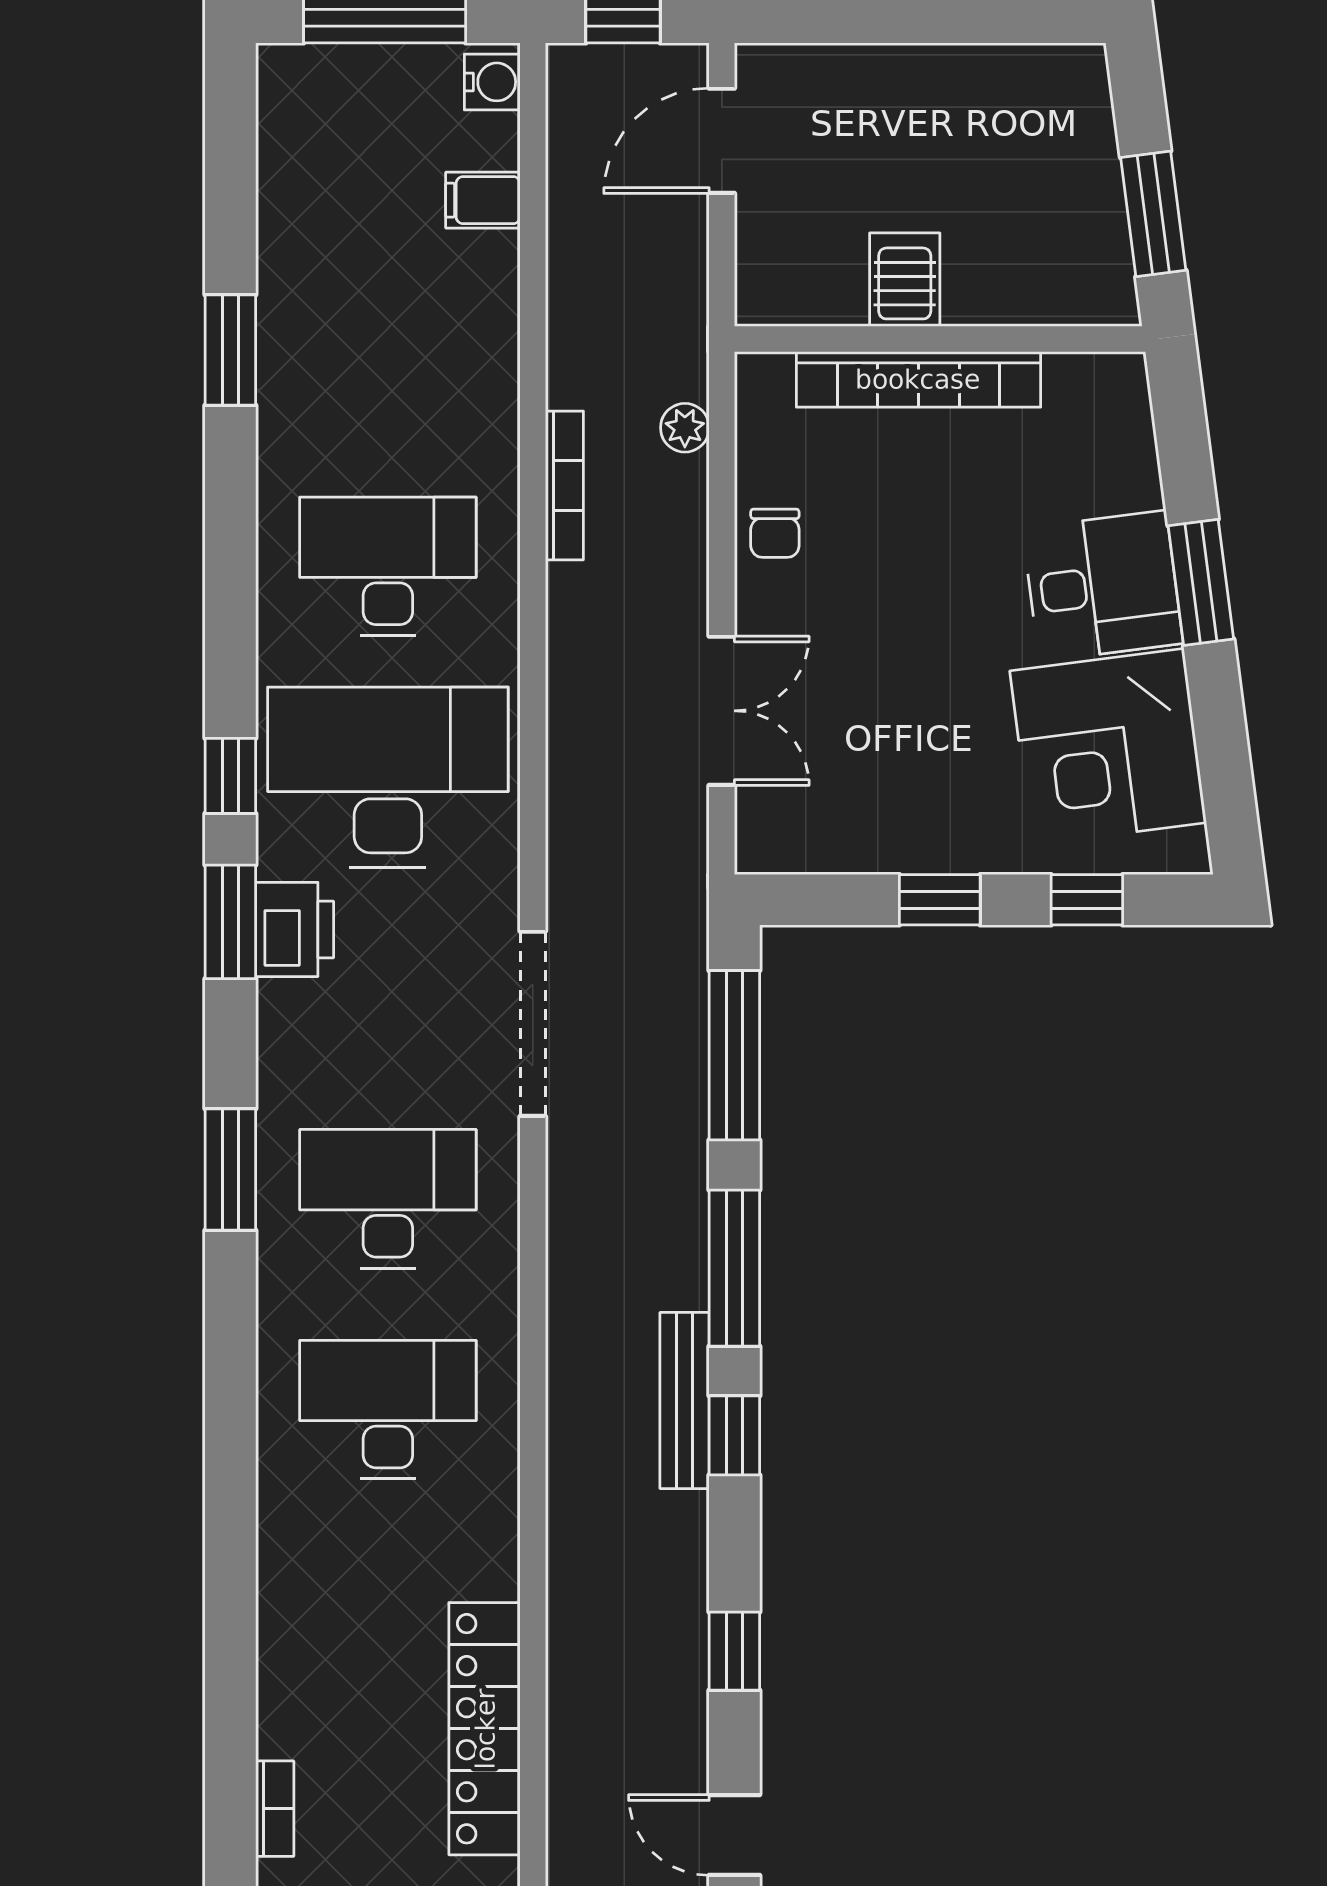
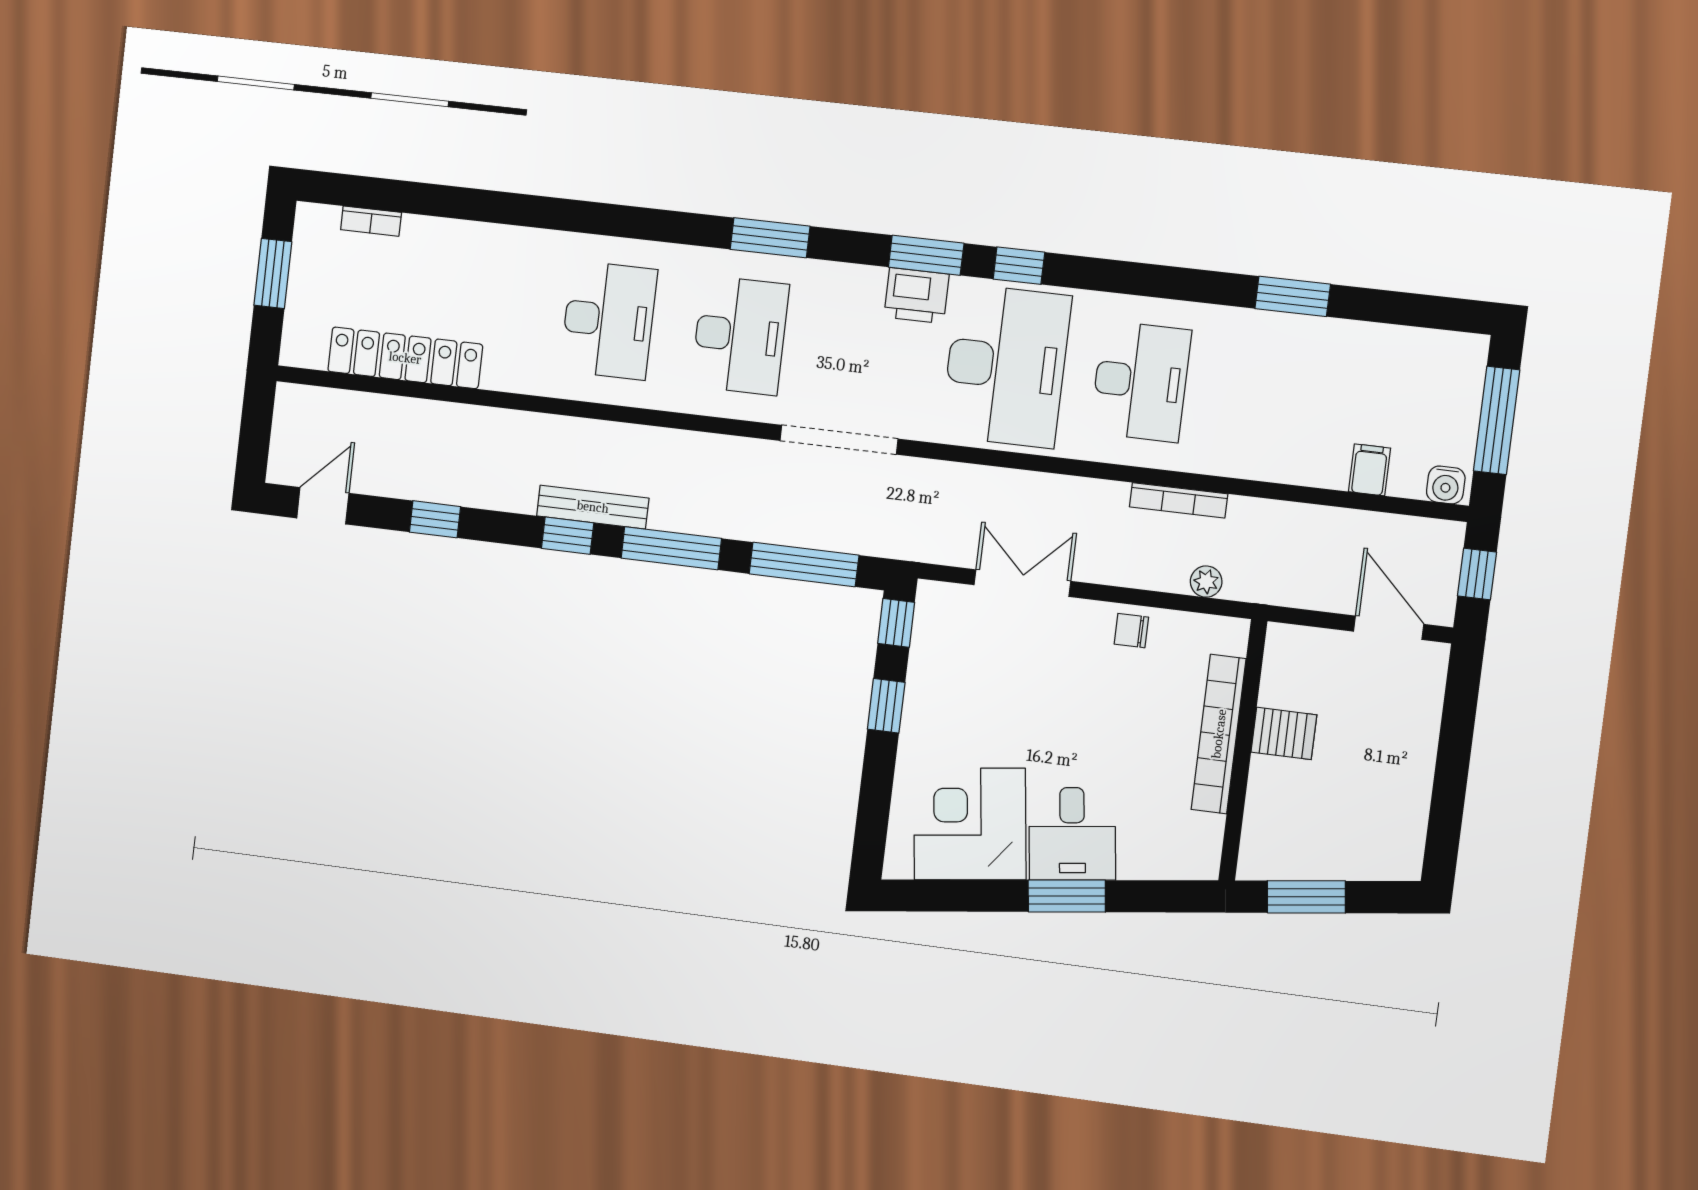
double door: (722, 711) -> (1022, 583), swing flipped
window: (1087, 900) -> (896, 623), moved

